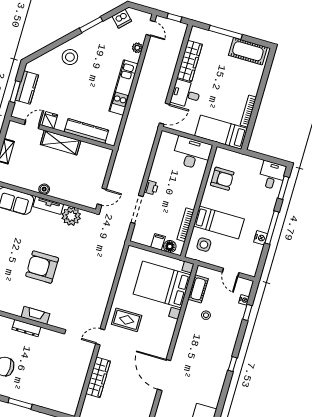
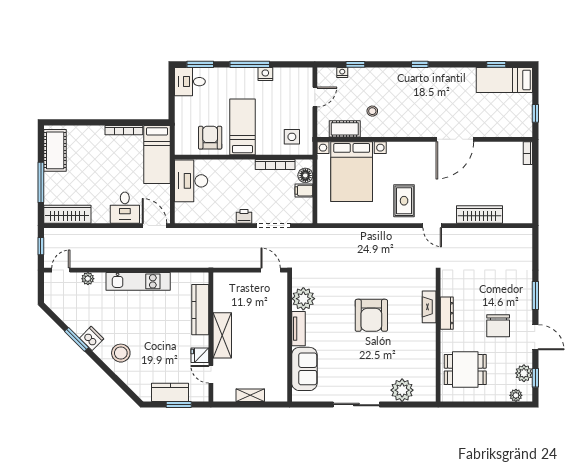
dishwasher: (122, 19) -> (92, 338), moved
wardrobe: (190, 61) -> (67, 214), moved
boiler: (44, 189) -> (281, 339), removed
bed: (219, 223) -> (242, 127), moved

